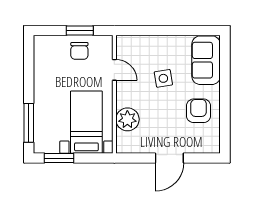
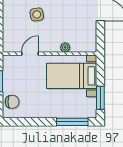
chair: (79, 51) -> (12, 102), moved
plant: (127, 119) -> (65, 47), width x0.53, depth x0.53

